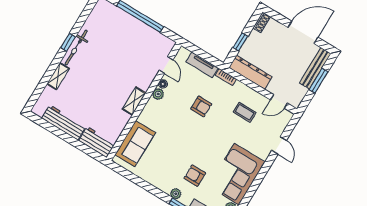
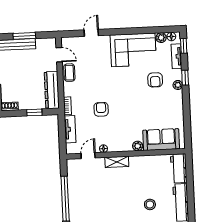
stool: (81, 92) -> (150, 204), added
plant: (158, 94) -> (138, 146), moved
shelving: (134, 101) -> (117, 162), moved
coffee table: (245, 112) -> (69, 73), moved

